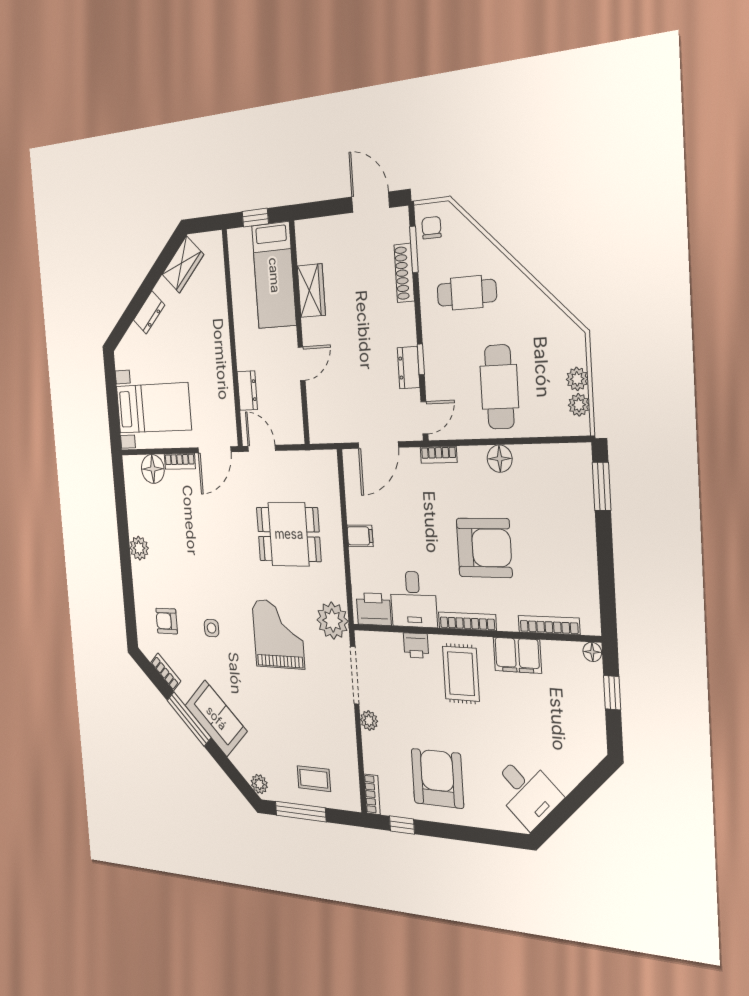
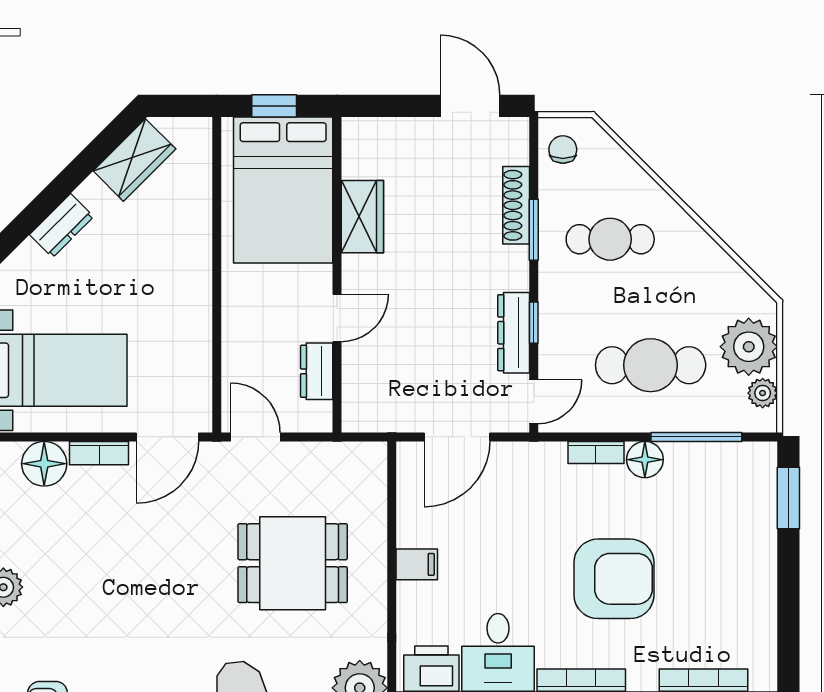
window: (414, 249) -> (534, 230), moved
bed: (274, 275) -> (283, 190), width x1.50
dresser: (409, 368) -> (514, 333), width x1.44
plant: (577, 379) -> (749, 347), width x1.87, depth x1.87
cafe table: (499, 387) -> (651, 365), turned 90
dresser: (247, 391) -> (317, 371), moved, turned 180
window: (534, 441) -> (696, 437), added
bookcase: (439, 455) -> (596, 452), moved

